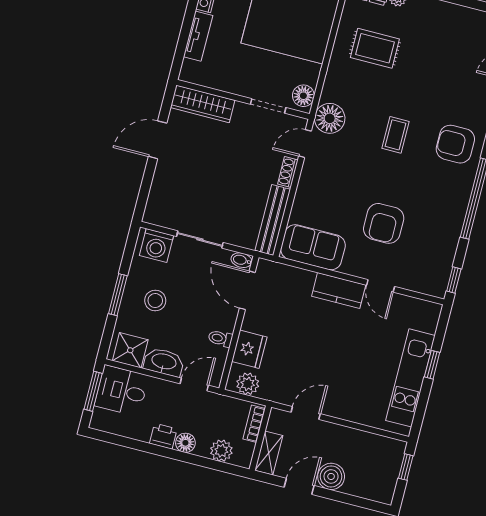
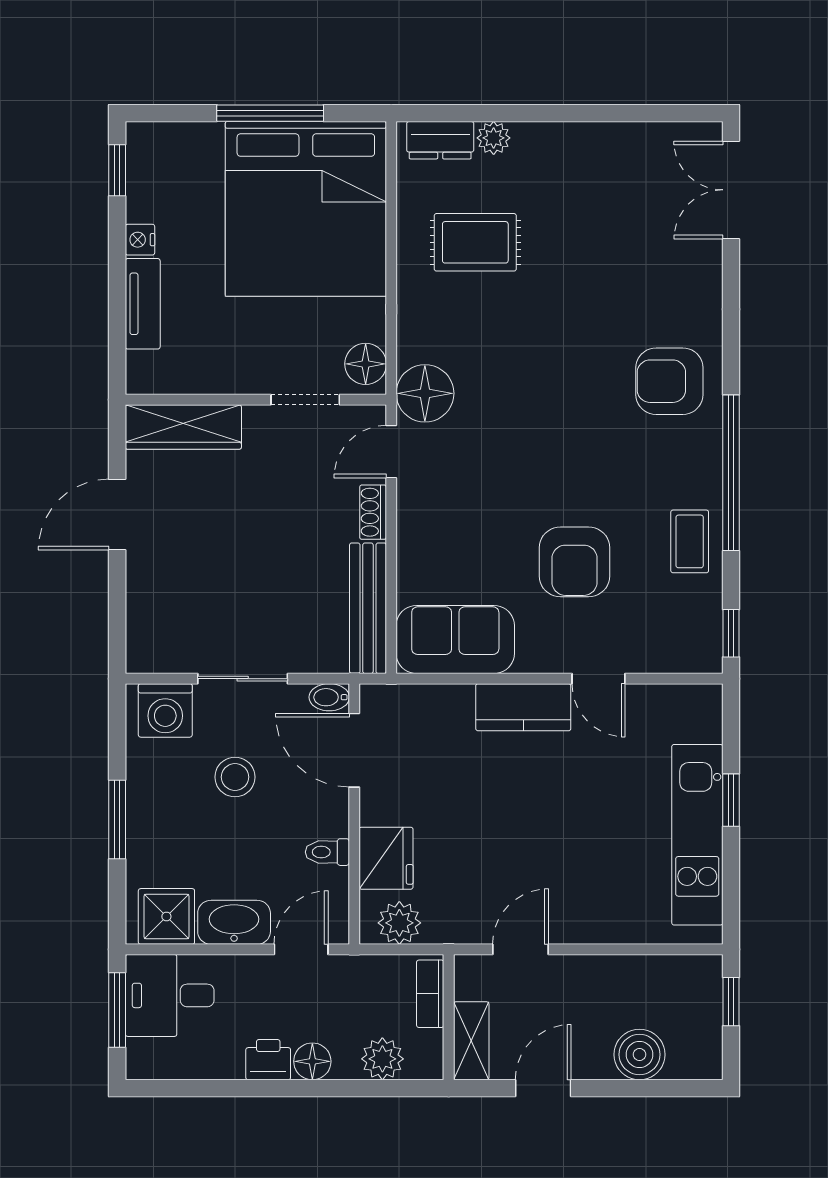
coffee table: (396, 135) -> (690, 541), moved
stool: (155, 301) -> (235, 777), moved
boiler: (331, 476) -> (639, 1055), moved

